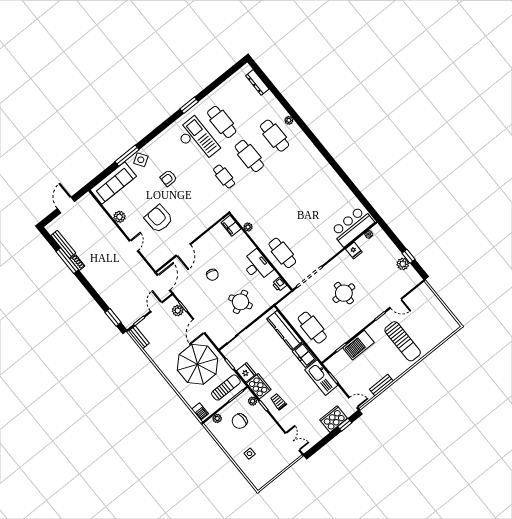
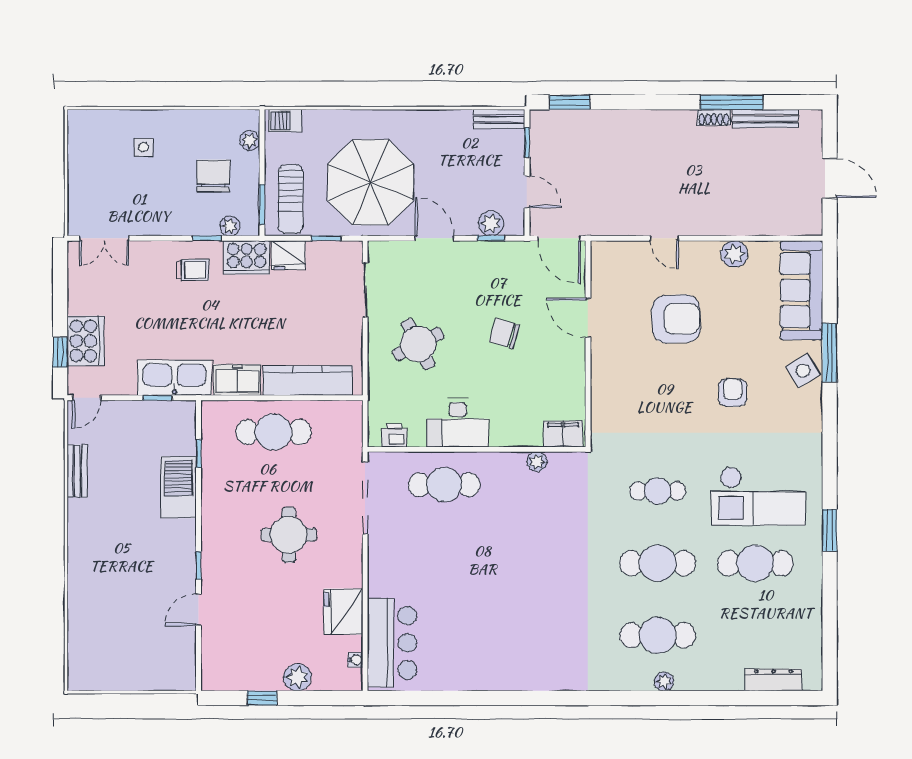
fridge: (354, 251) -> (343, 612), width x1.88, depth x1.34
plant: (403, 264) -> (297, 677), moved
sun lounger: (403, 341) -> (123, 569), removed

